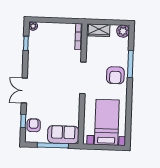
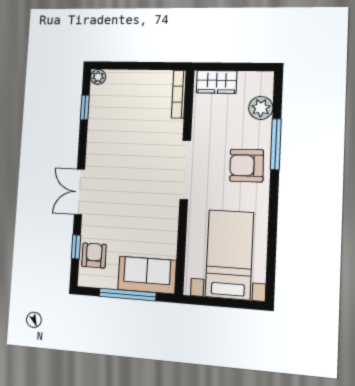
plant: (123, 31) -> (261, 108), moved
armchair: (115, 75) -> (247, 165), turned 89

